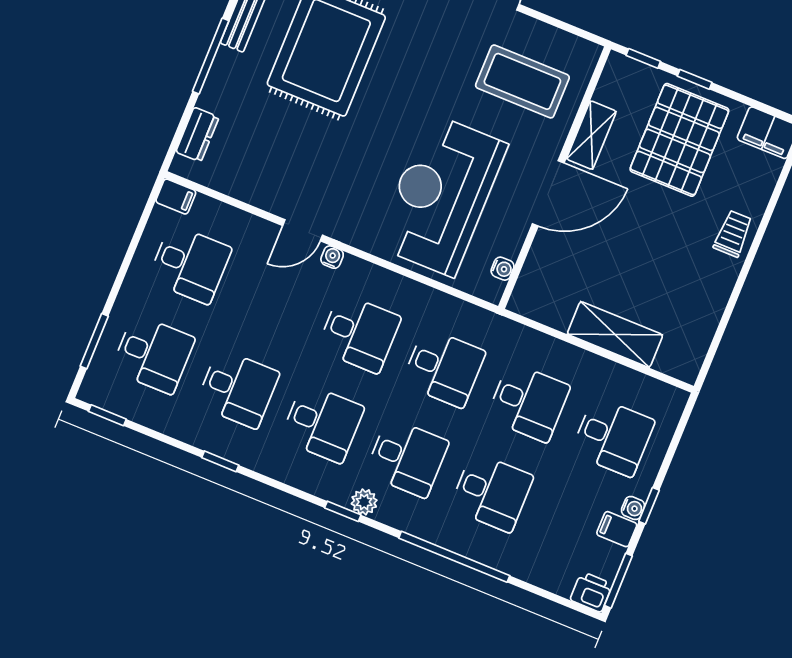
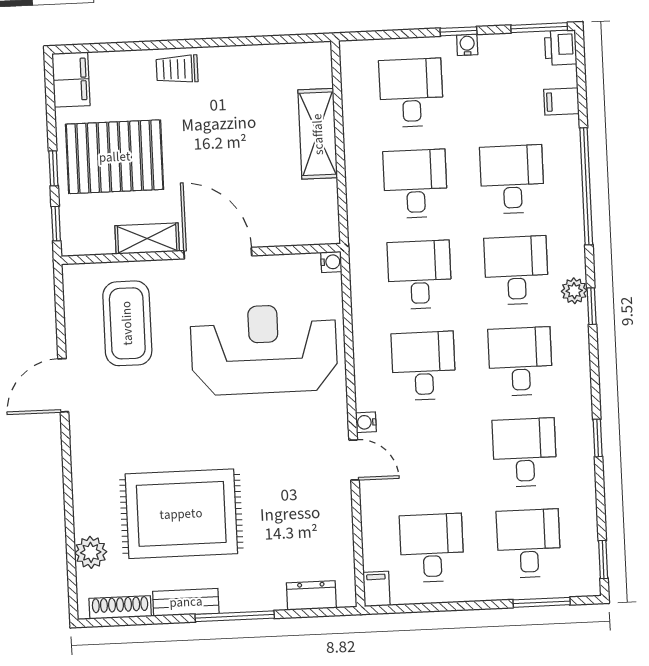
reception desk: (441, 195) -> (264, 349), turned 180
water cooler: (503, 269) -> (331, 262), moved, turned 90
filing cabinet: (617, 529) -> (561, 102), moved, turned 90

